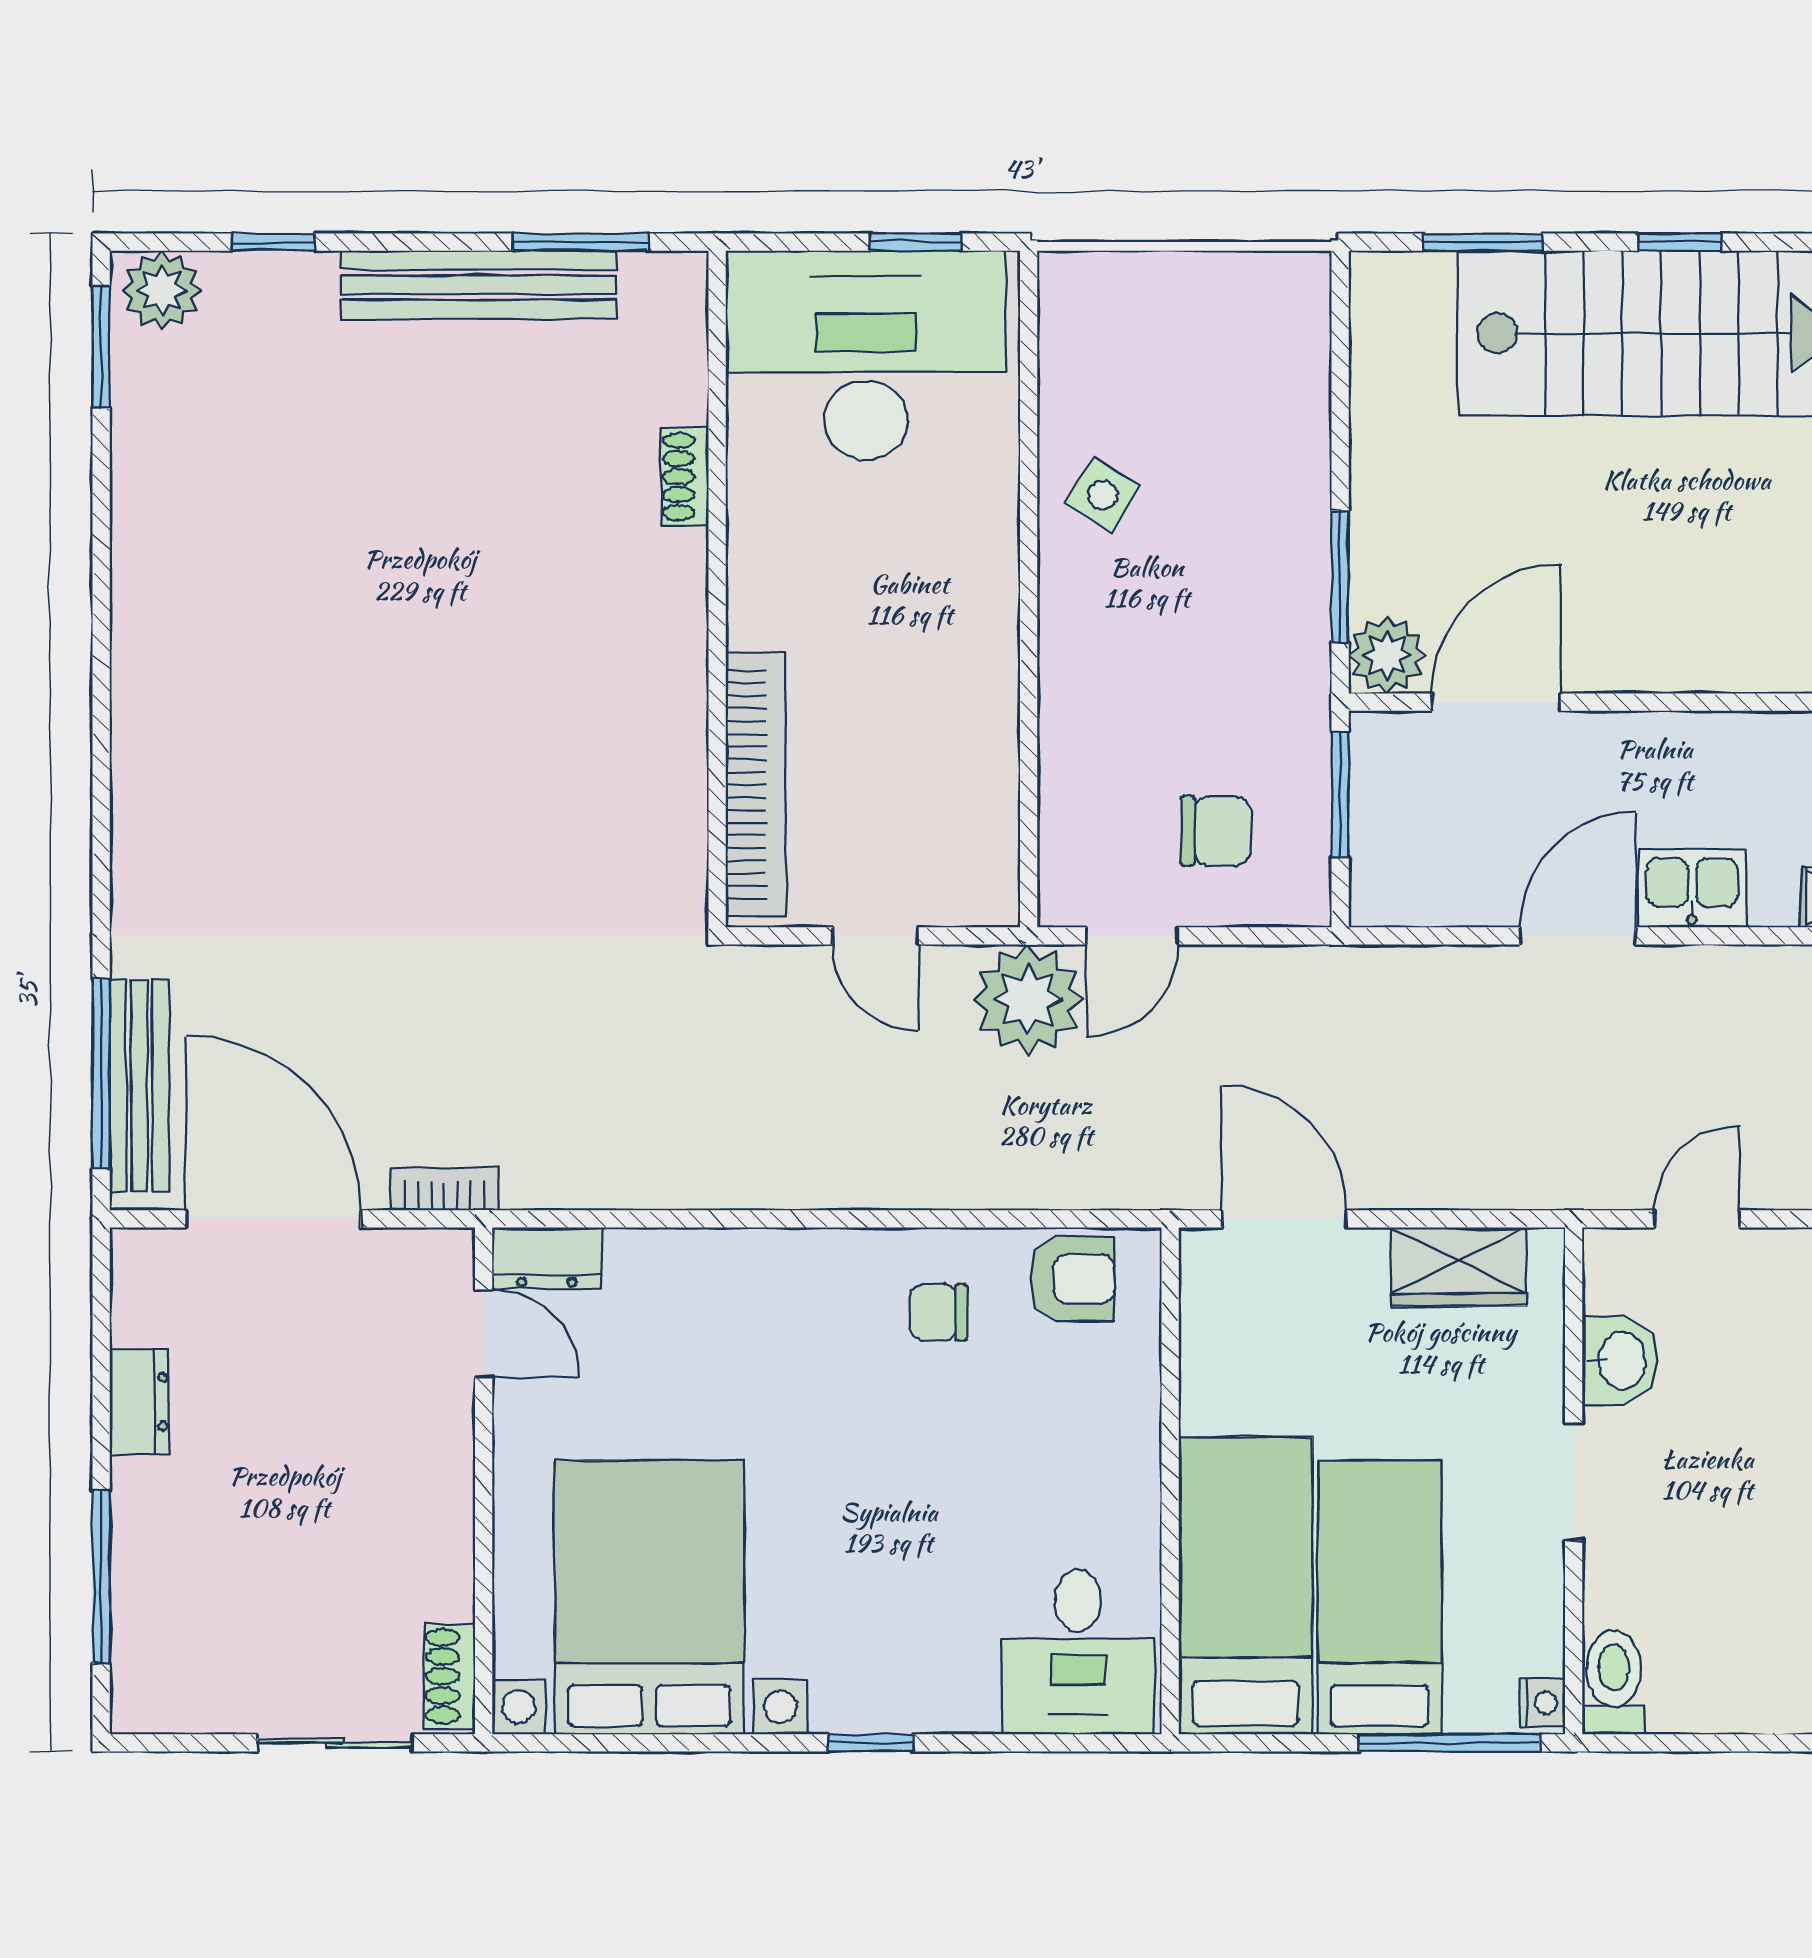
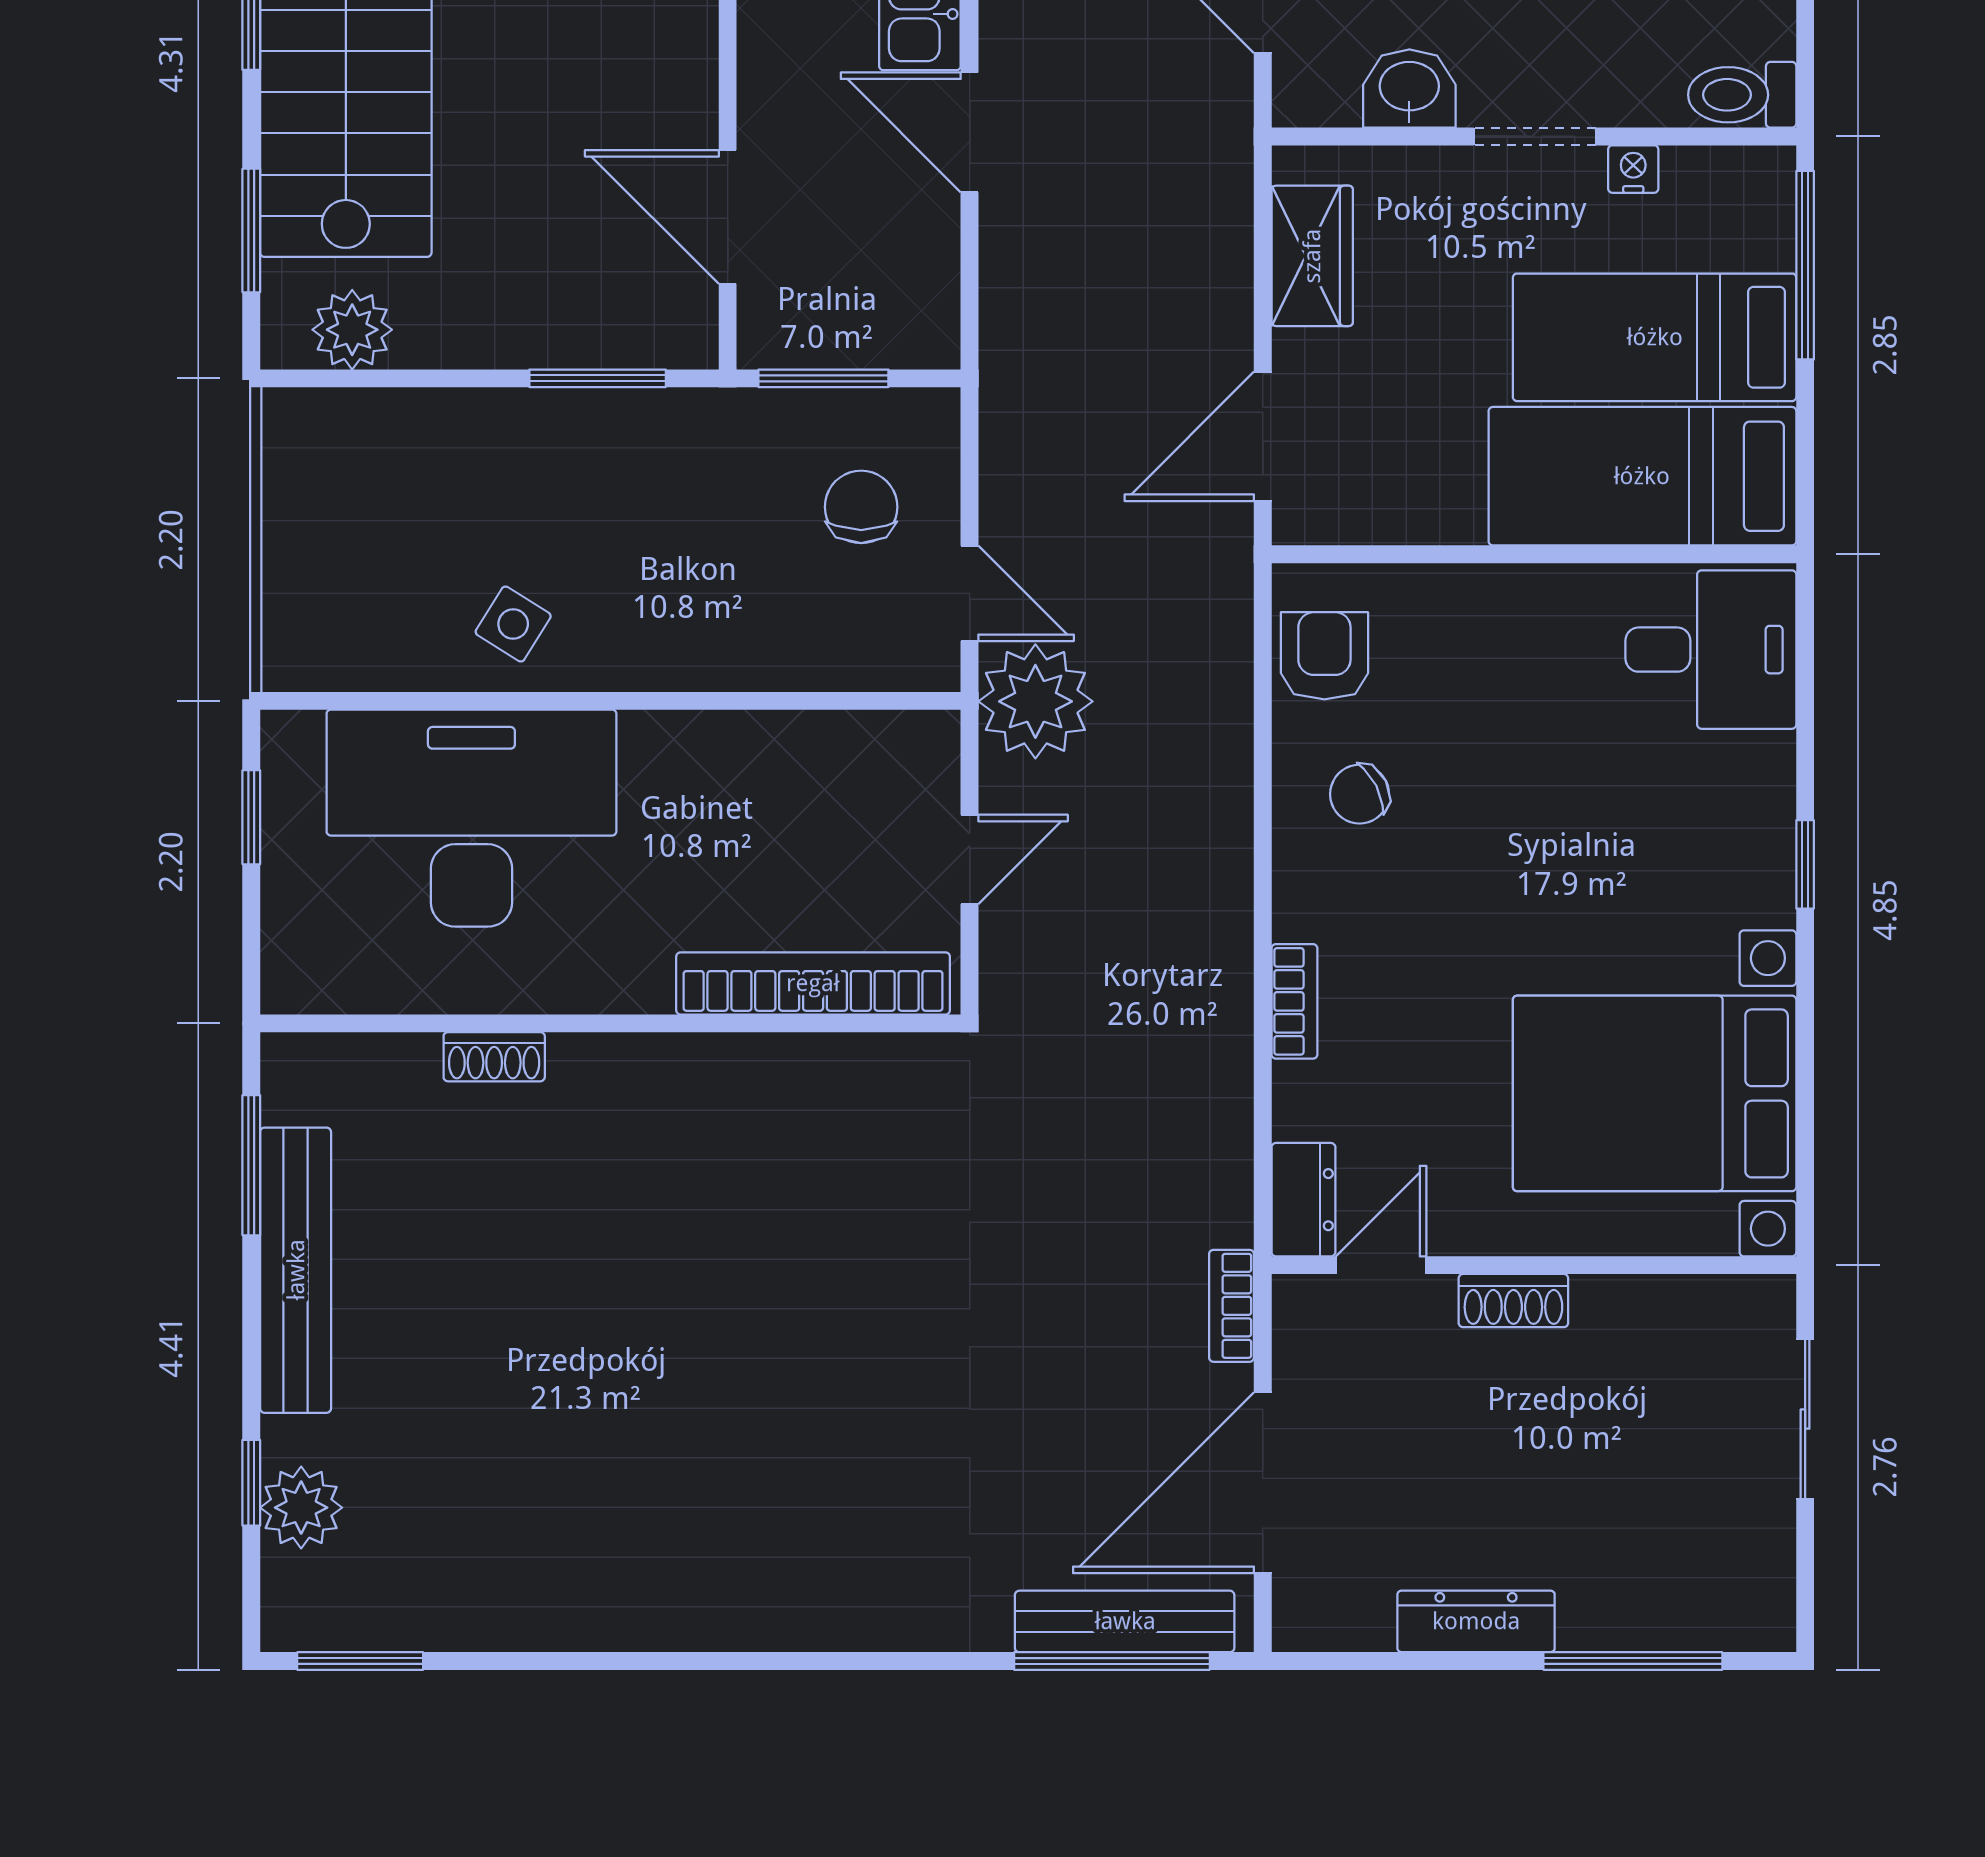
plant: (162, 290) -> (301, 1508), moved
desk: (866, 355) -> (471, 818), moved, turned 90
plant: (1387, 655) -> (352, 330), moved
bookcase: (738, 1250) -> (1294, 1001), added
chair: (938, 1312) -> (1360, 794), turned 63
dresser: (139, 1402) -> (1476, 1621), width x1.44
shoe rack: (449, 1676) -> (1513, 1301), moved
nightstand: (1542, 1703) -> (1633, 169), moved

